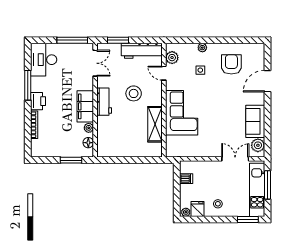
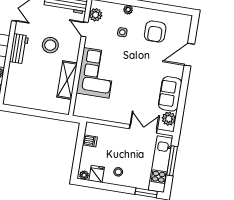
armchair: (231, 64) -> (155, 32), turned 180

